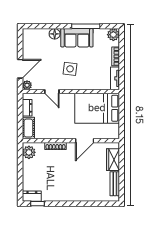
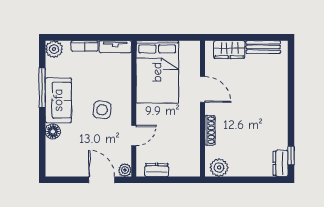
cot: (28, 128) -> (185, 168), removed

